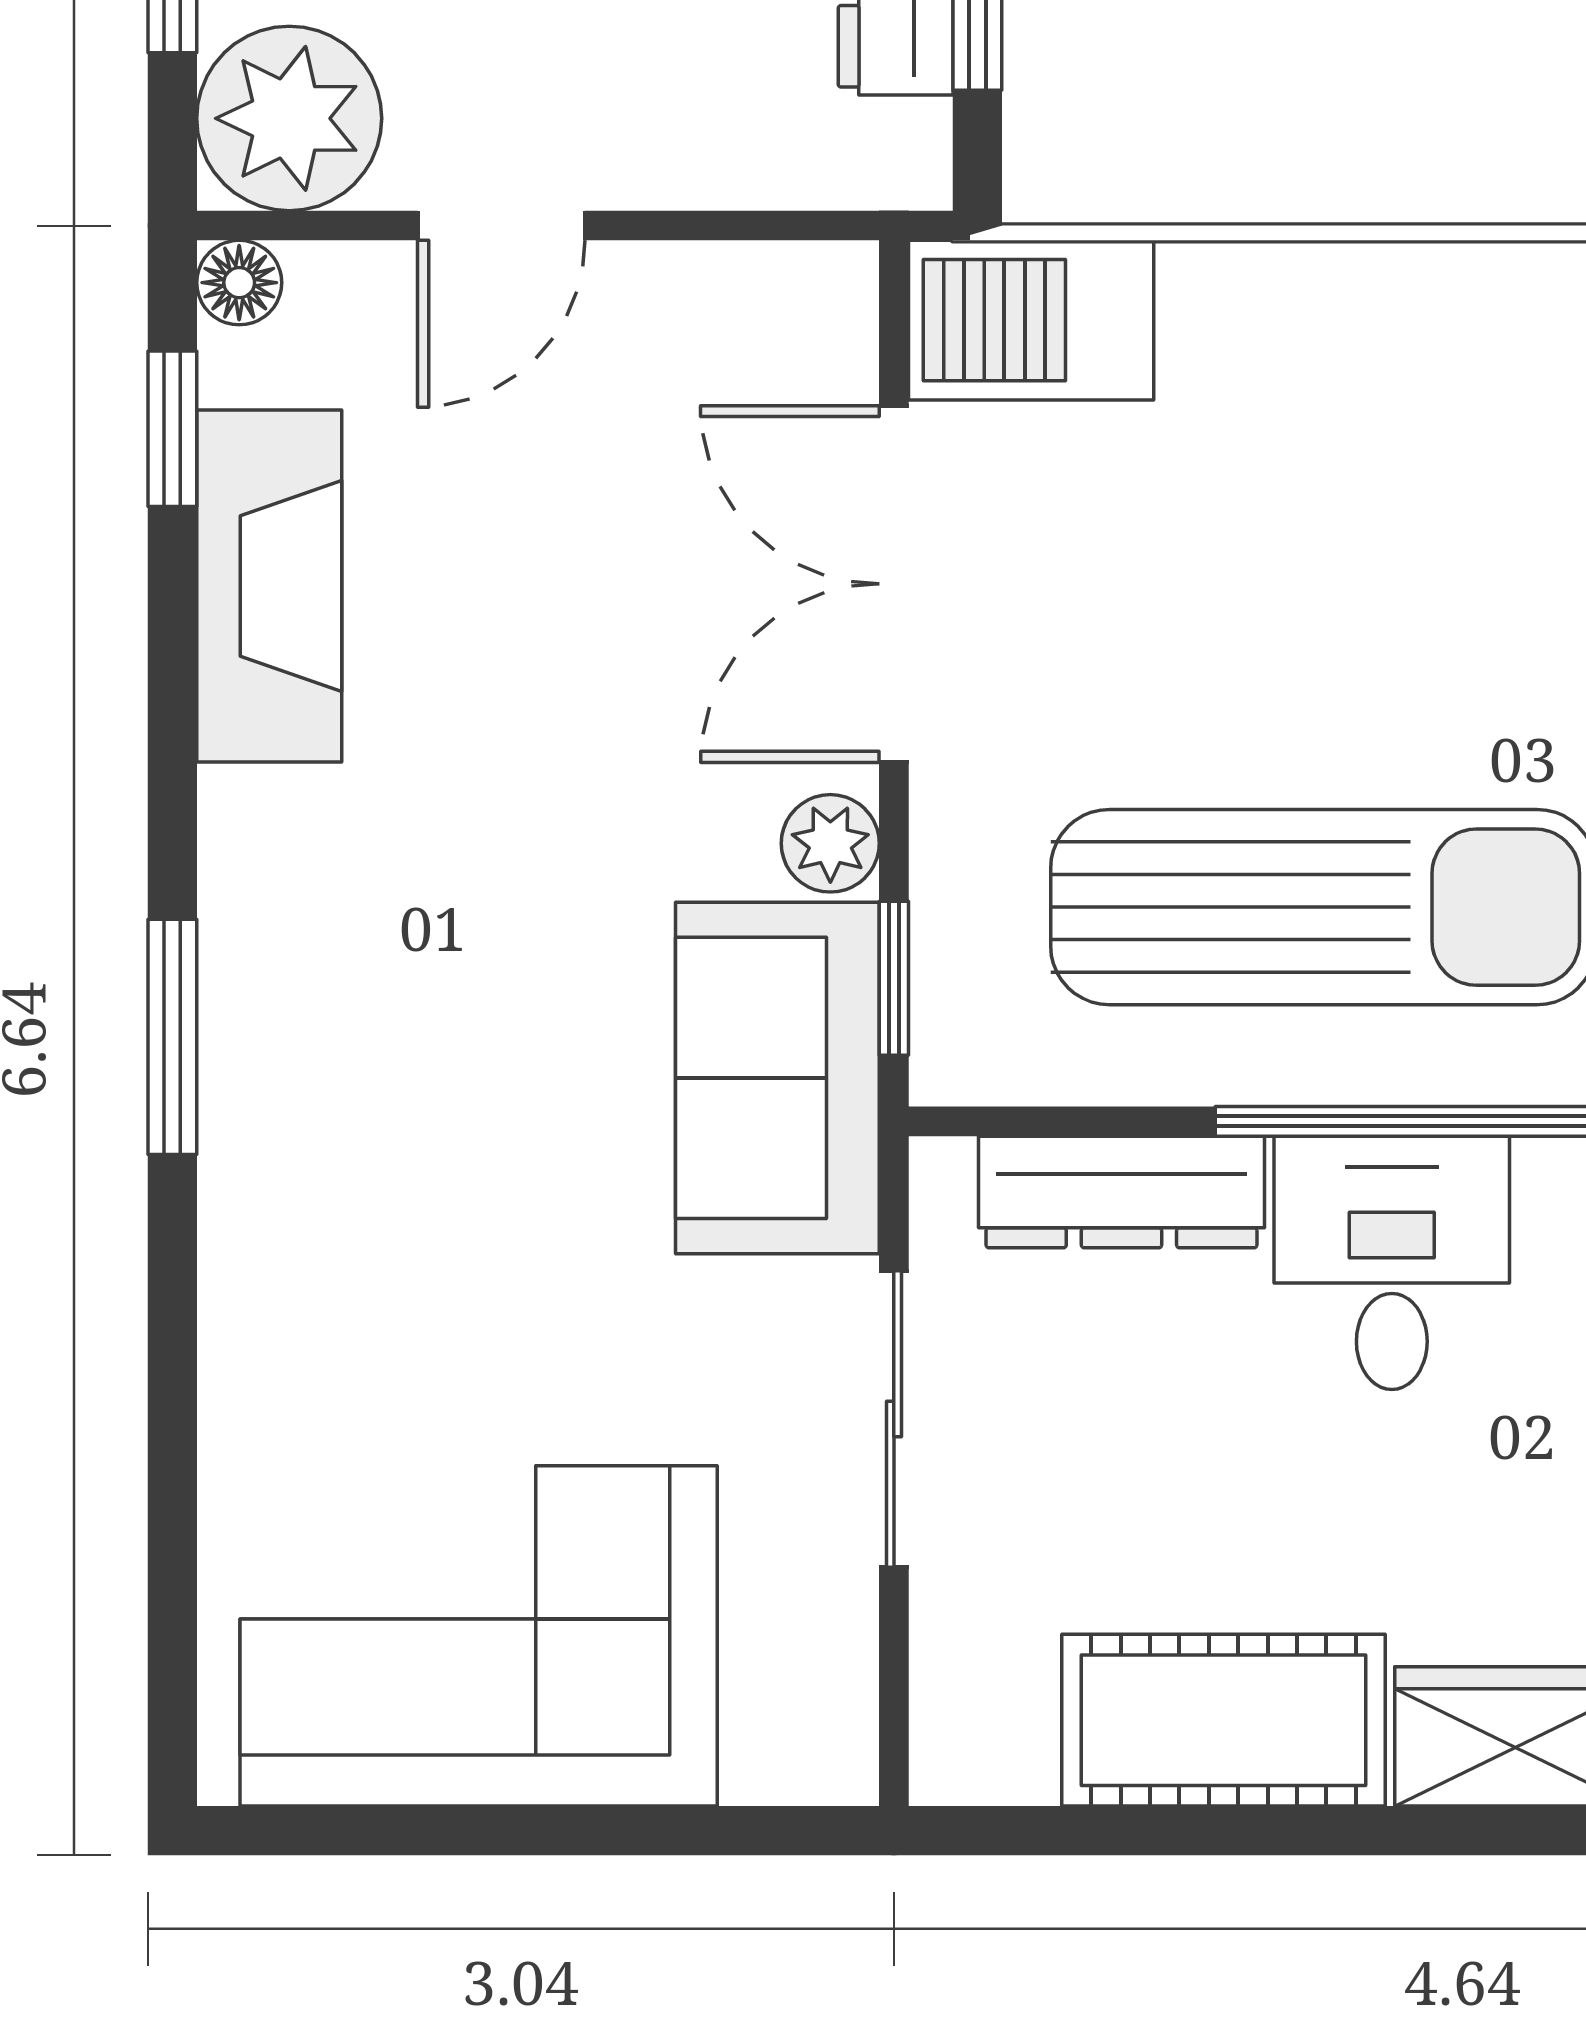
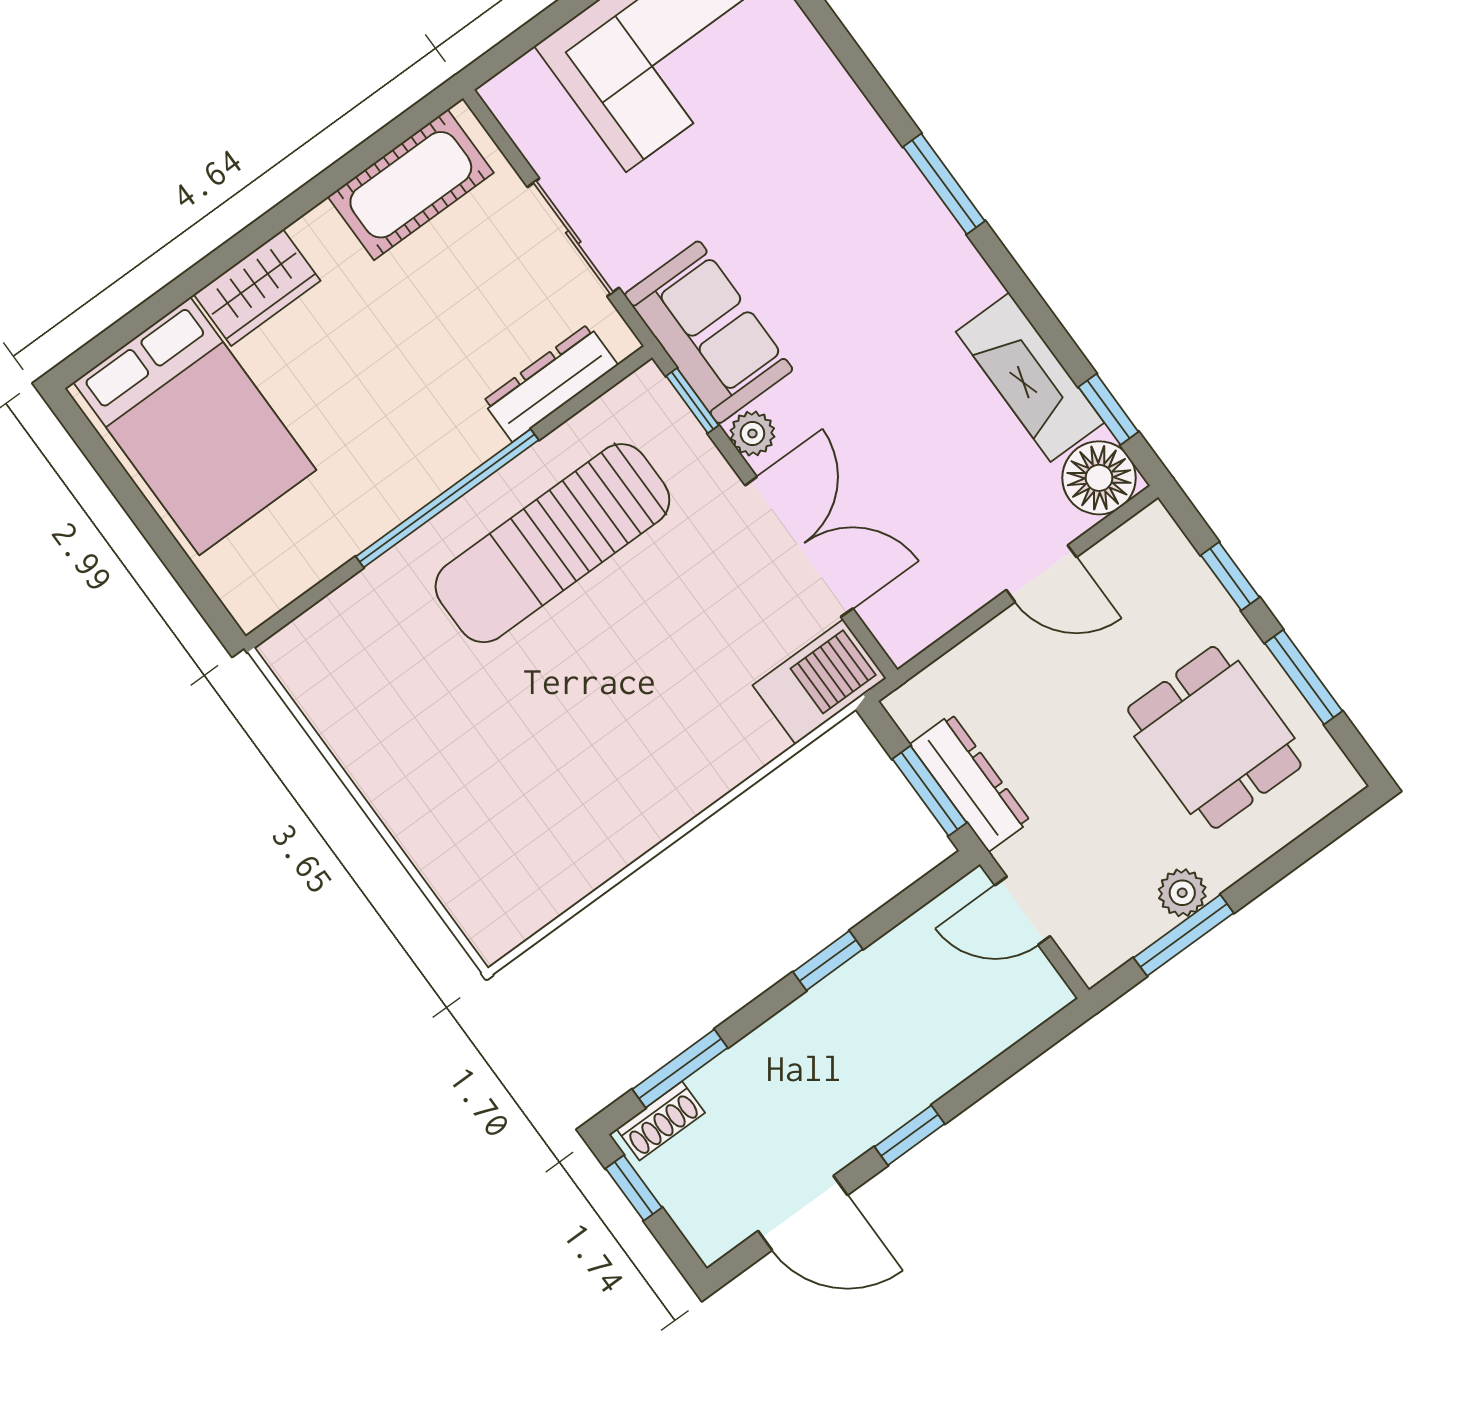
plant: (289, 118) -> (1149, 556), removed
door: (501, 226) -> (1041, 574), swing flipped
floor lamp: (239, 283) -> (1099, 478), width x1.89, depth x1.89
desk: (1392, 1263) -> (431, 430), removed
cot: (1223, 1720) -> (411, 185), moved

